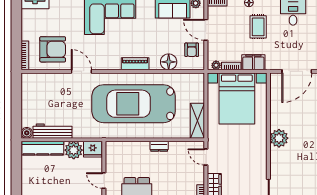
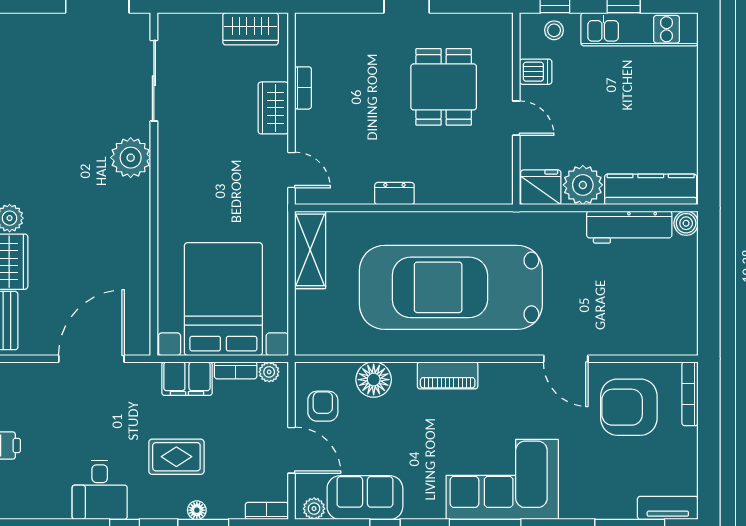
rug: (258, 27) -> (176, 457), turned 90
car: (134, 104) -> (451, 287), turned 180
plant: (279, 138) -> (131, 158), moved

